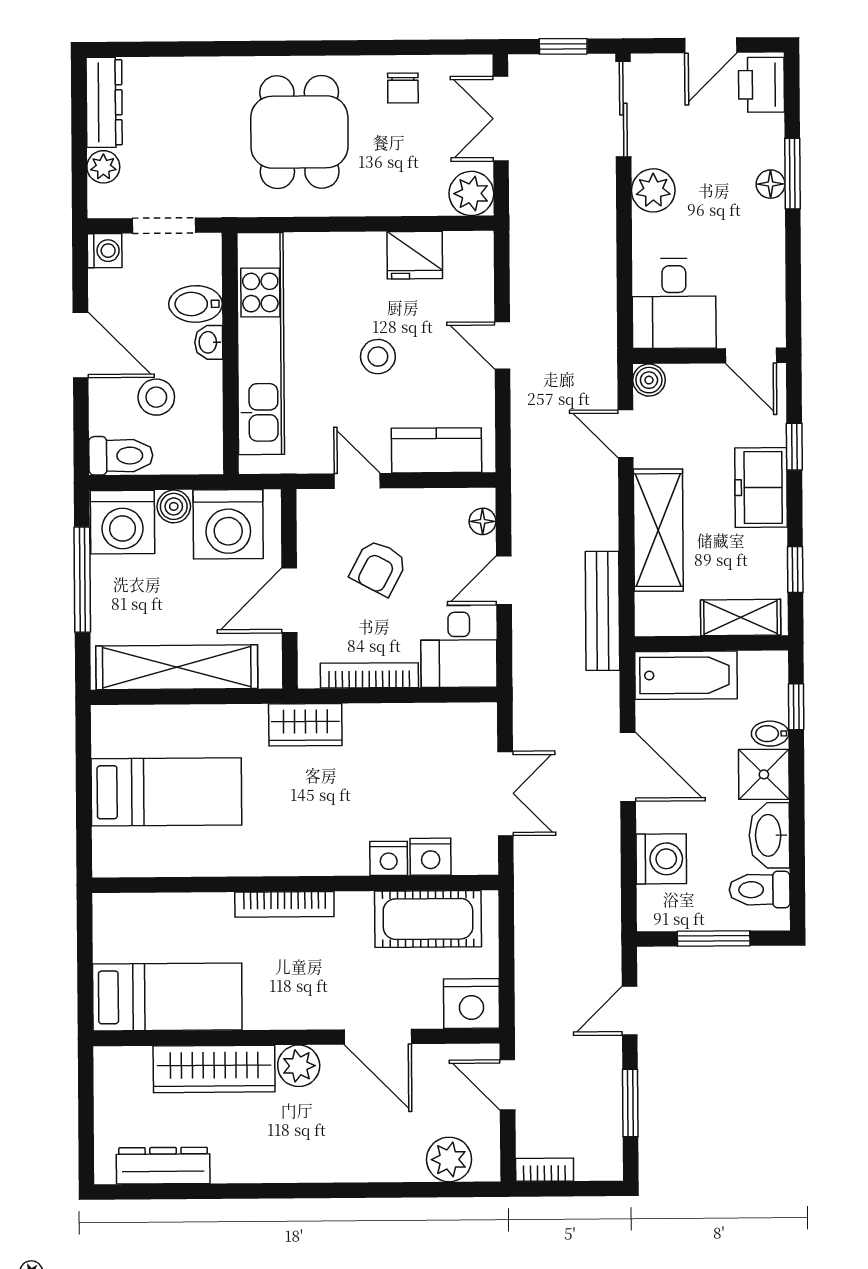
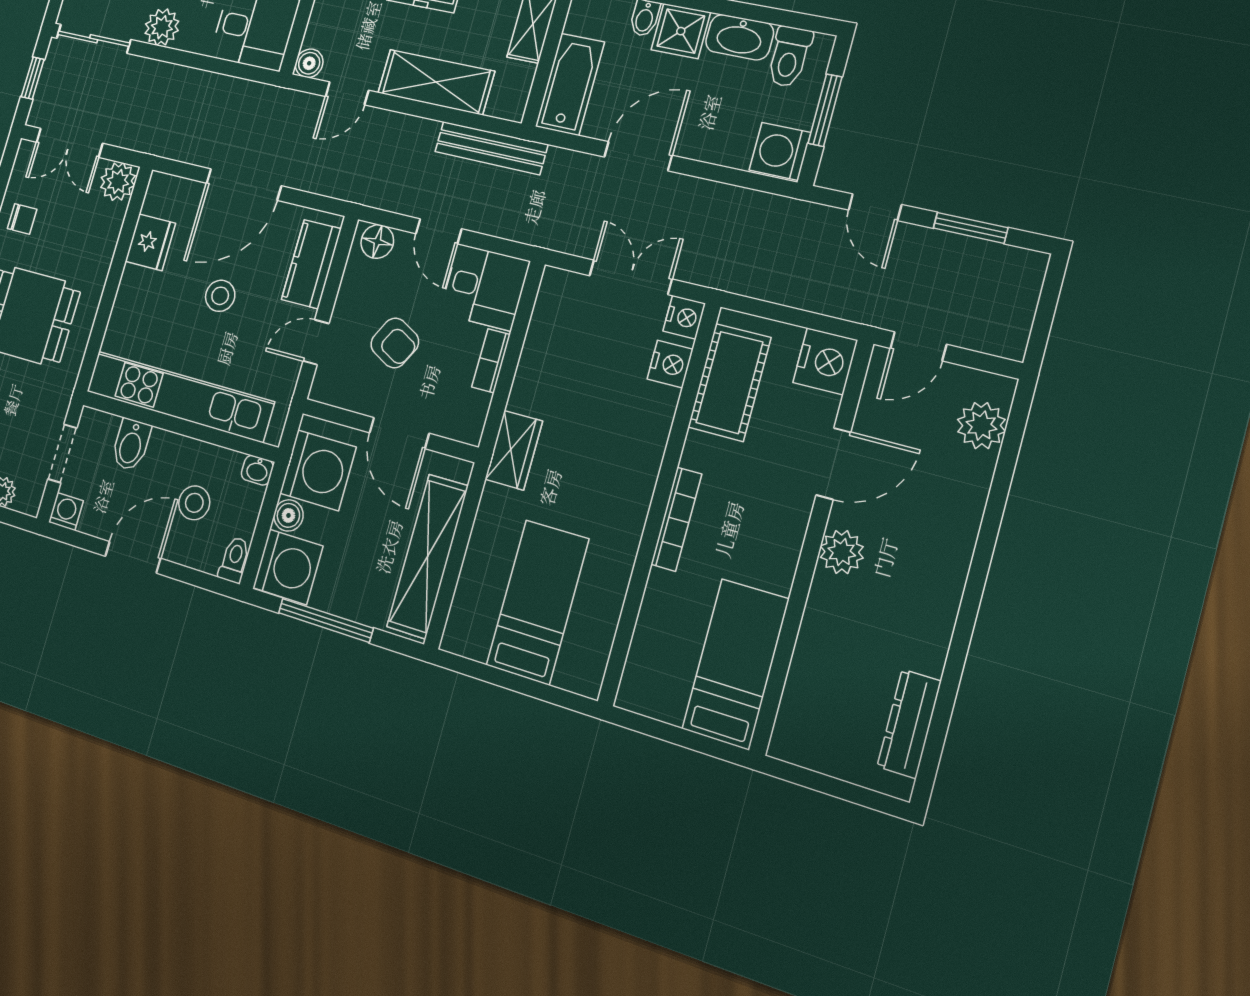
washbasin: (209, 342) -> (257, 470), moved
door: (502, 346) -> (244, 185), width x1.87
toilet: (121, 456) -> (234, 560), width x0.73, depth x0.72
floor lamp: (483, 521) -> (377, 242), width x1.37, depth x1.37
bookcase: (369, 675) -> (491, 361), width x0.64
nightstand: (389, 858) -> (684, 317), moved
washing machine: (661, 859) -> (780, 151), moved, turned -90
wardrobe: (214, 1069) -> (822, 639), removed
bookcase: (545, 1170) -> (1018, 331), removed

